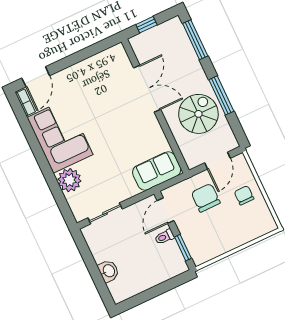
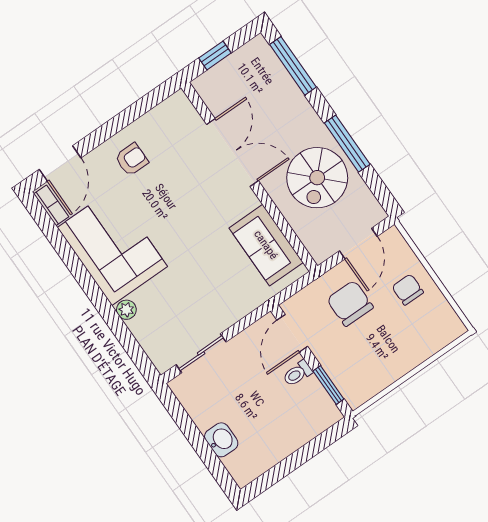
armchair: (82, 82) -> (132, 159), added
spiral stairs: (198, 114) -> (317, 178), turned 180
sofa: (157, 171) -> (266, 245), moved, turned -90
plant: (69, 180) -> (126, 310), width x0.53, depth x0.53

